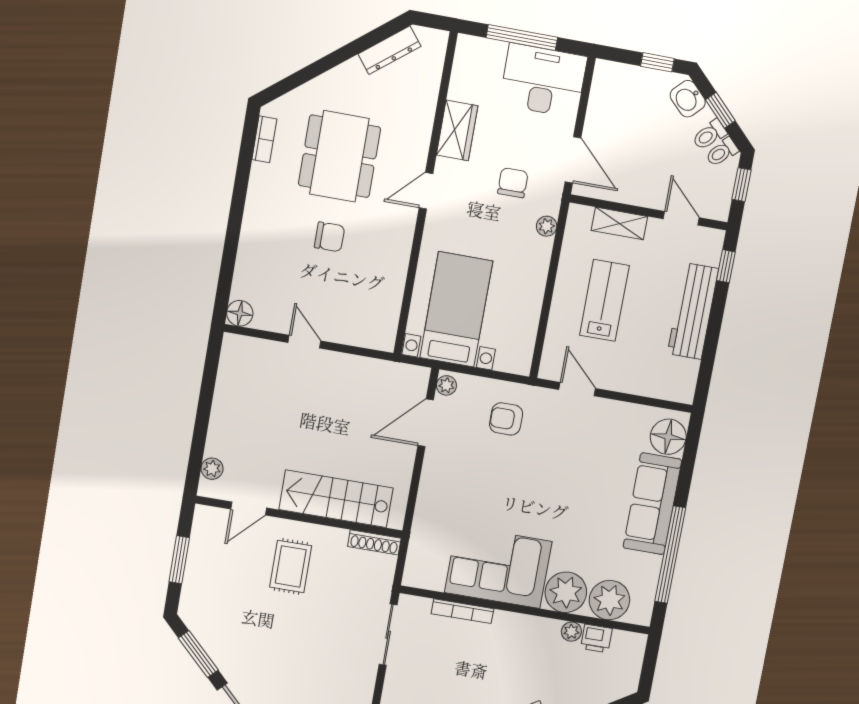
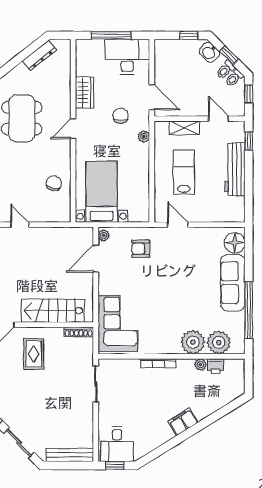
chair: (330, 237) -> (54, 183), moved, turned -77
corner sofa: (498, 567) -> (118, 324), moved, turned 90
bookcase: (462, 611) -> (158, 363), moved

